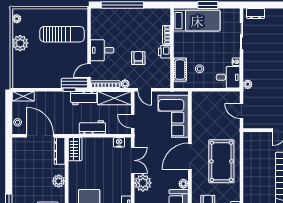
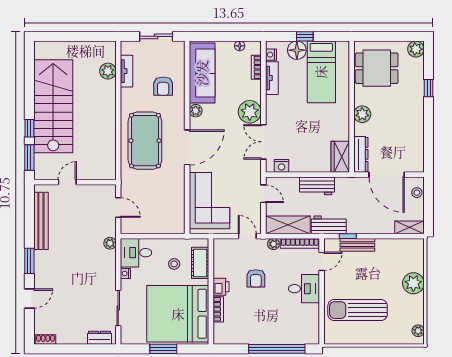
bed: (197, 21) -> (178, 314), width x2.04
plant: (20, 43) -> (413, 283), moved
bench: (74, 83) -> (357, 245), moved

